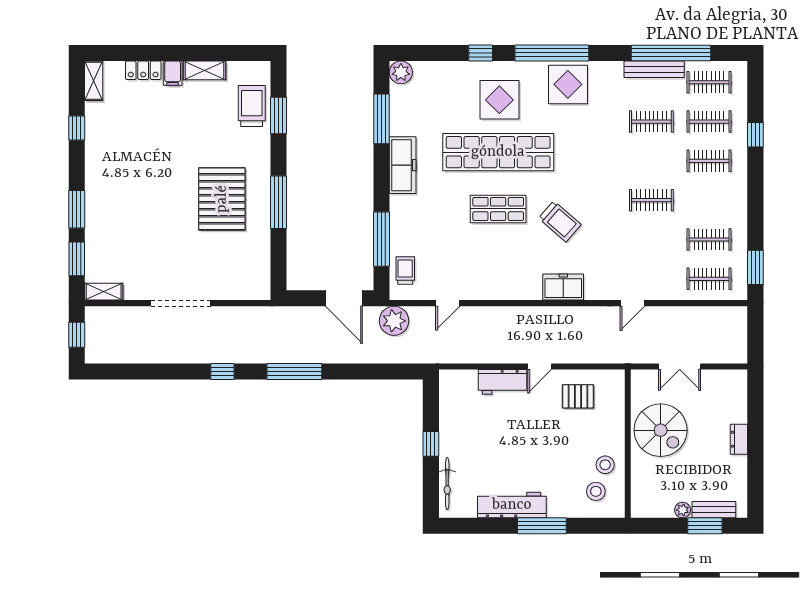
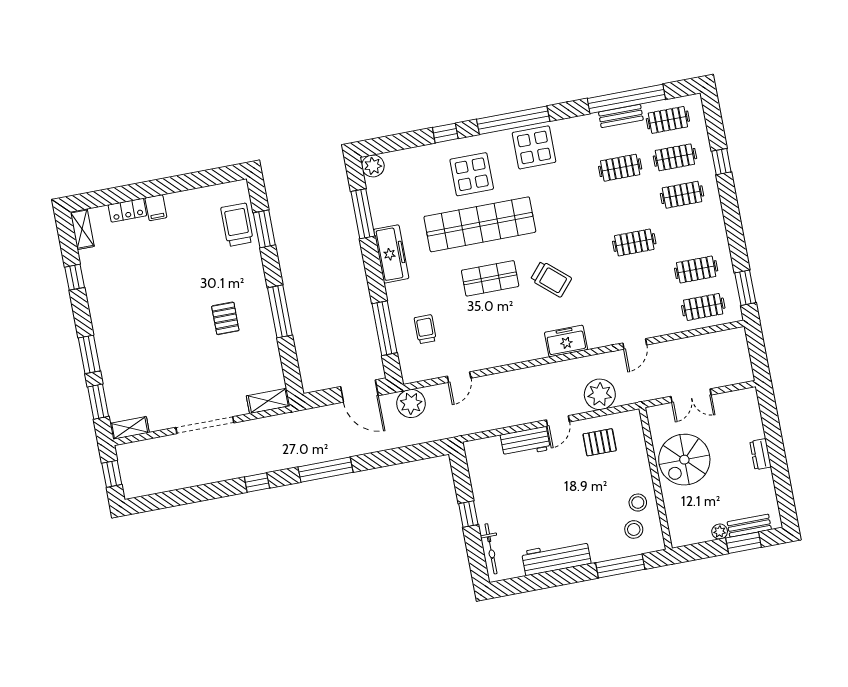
bench: (654, 69) -> (621, 116), width x0.73
shelving: (204, 70) -> (268, 401), moved
pallet: (222, 199) -> (225, 318), width x0.49, depth x0.50
trolley: (405, 270) -> (425, 329), moved
plant: (587, 348) -> (600, 394), added
spiral stairs: (661, 430) -> (684, 460), turned 90
window: (542, 526) -> (620, 566), moved

